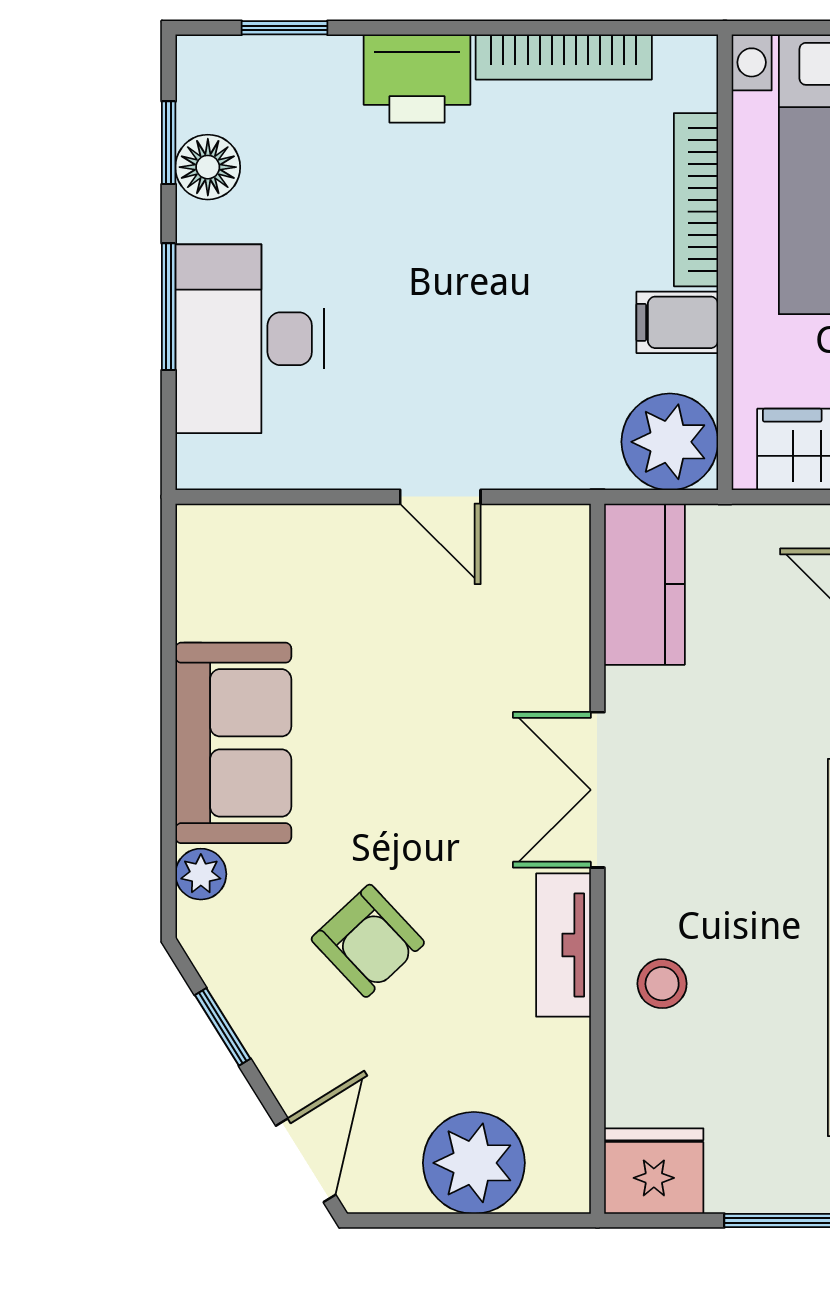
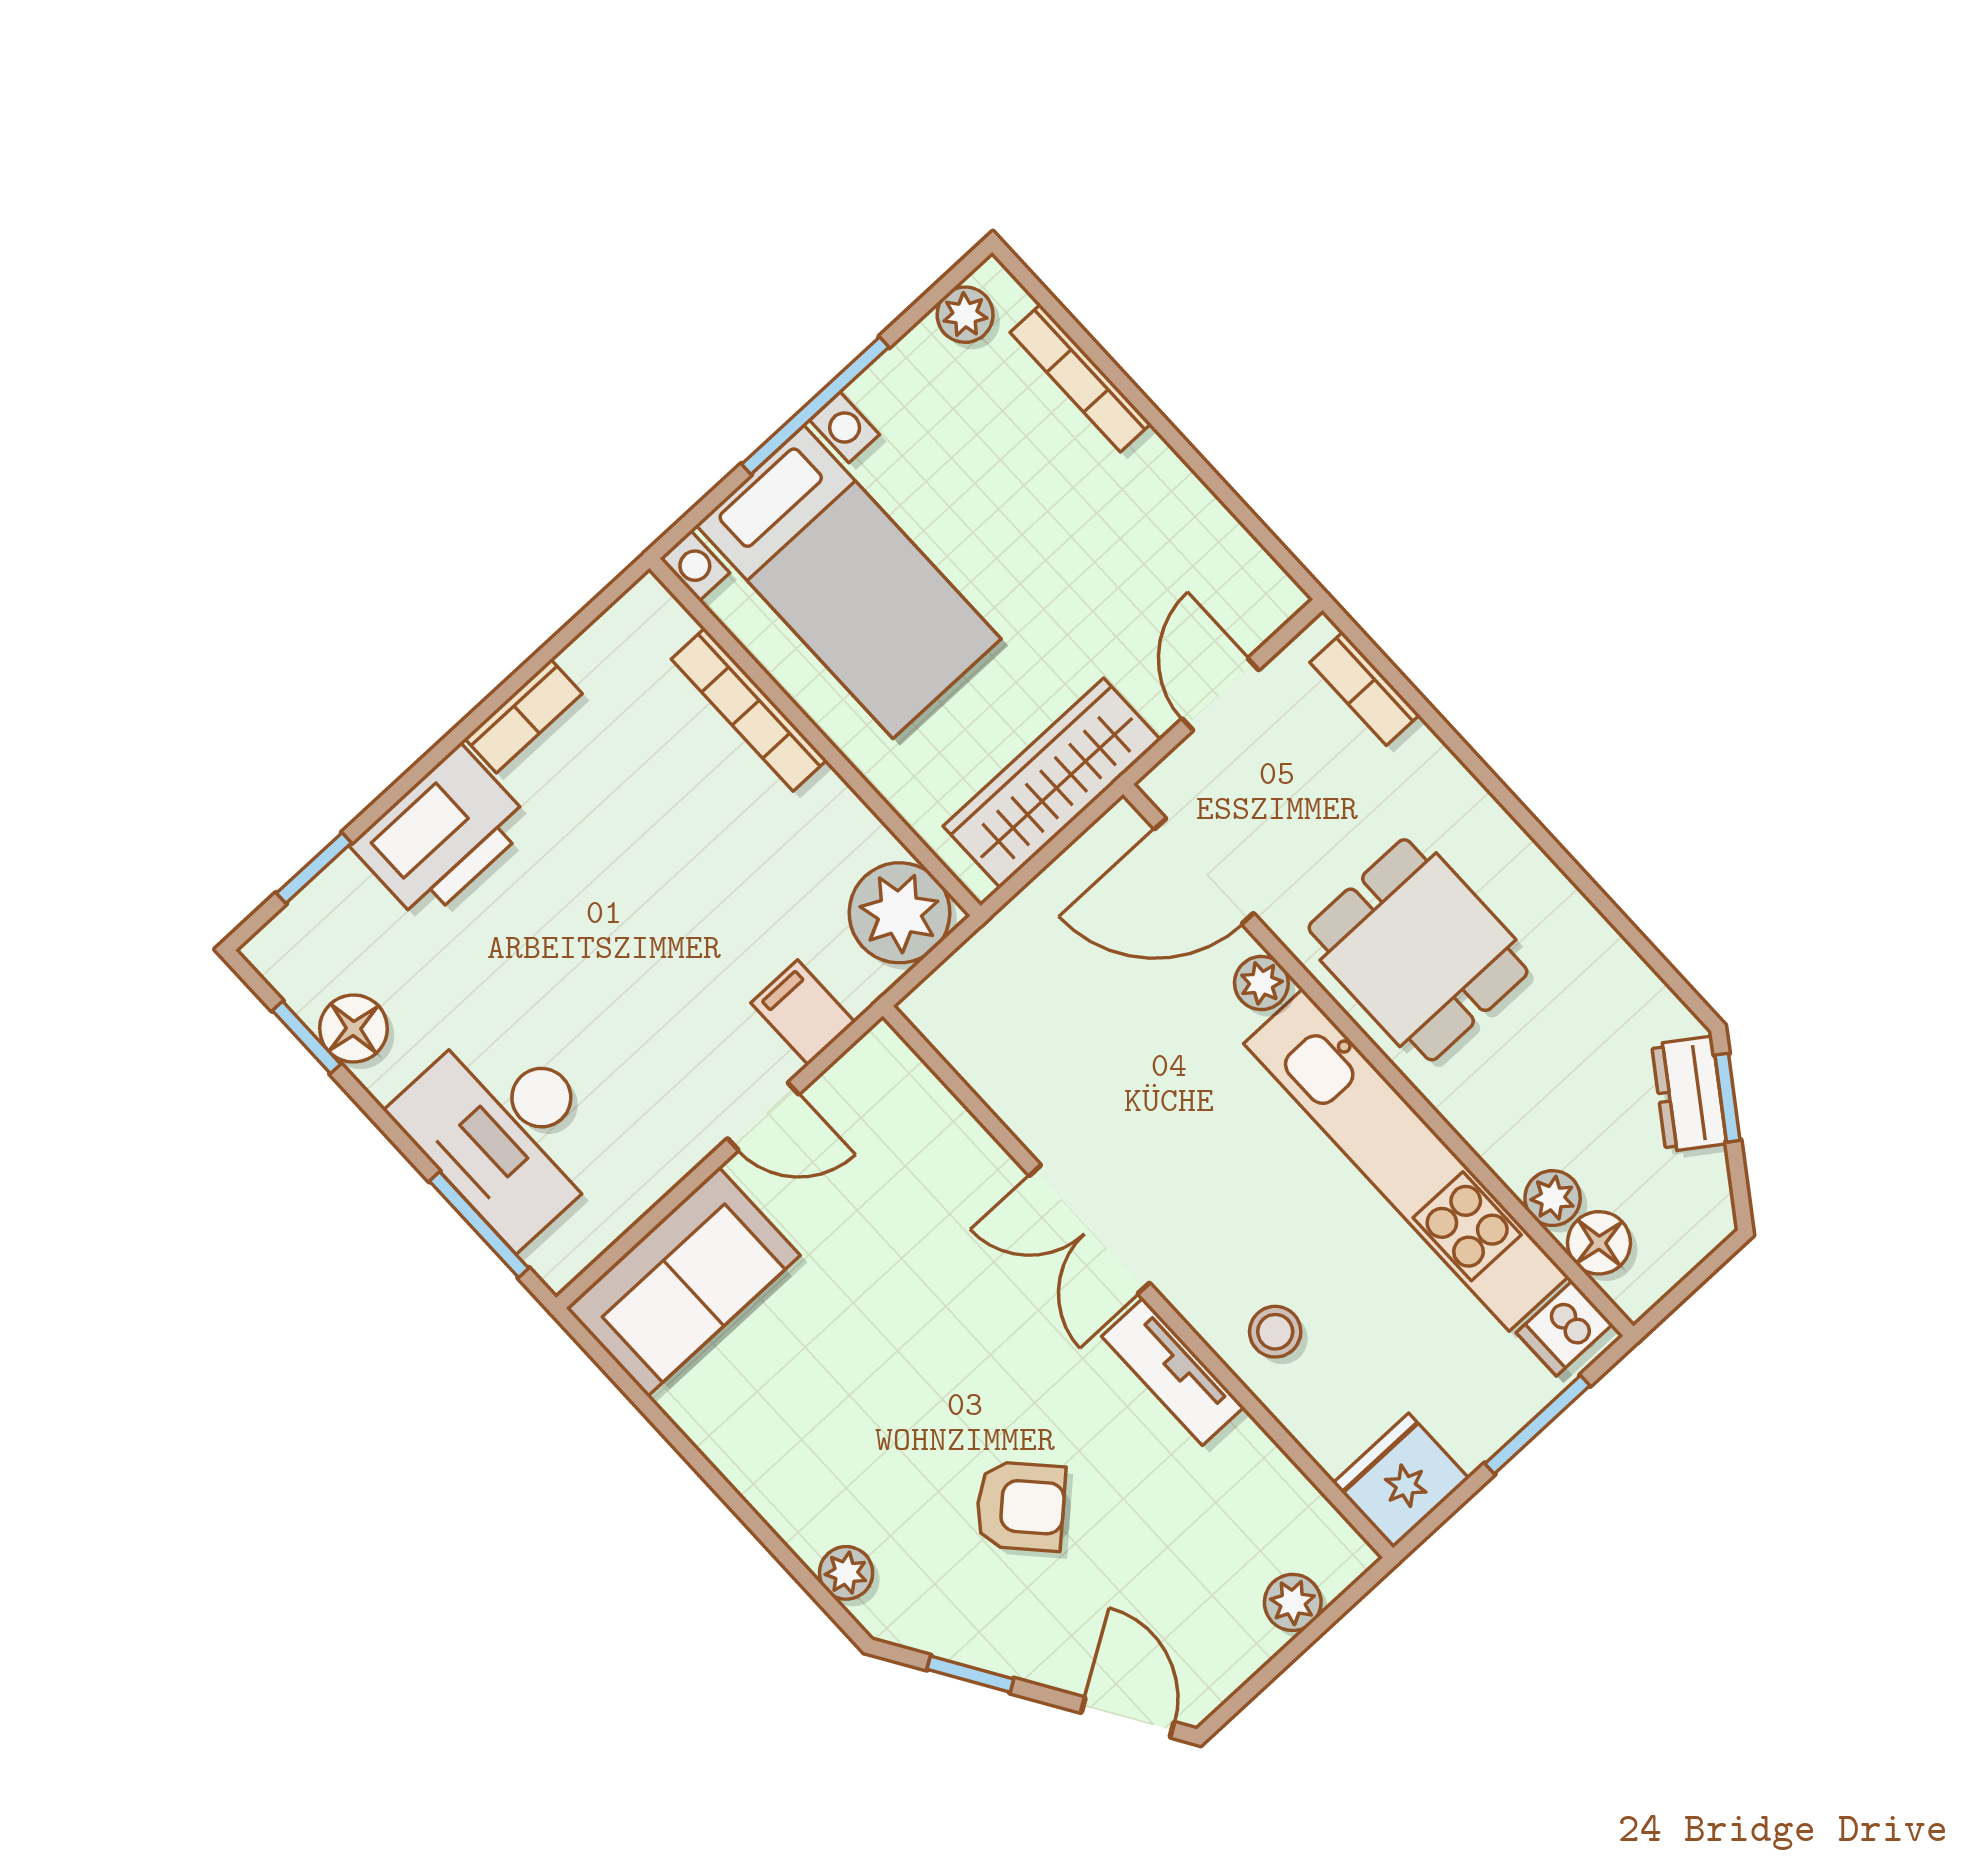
bookcase: (564, 57) -> (524, 716), width x0.64
printer: (417, 79) -> (442, 834), width x1.37, depth x1.19
window: (169, 307) -> (479, 1225), moved
filing cabinet: (677, 322) -> (803, 1012), moved, turned 90
kitchen counter: (645, 584) -> (981, 1039), removed
sofa: (233, 743) -> (683, 1282), moved, turned 90
plant: (474, 1163) -> (1293, 1602), width x0.53, depth x0.53

